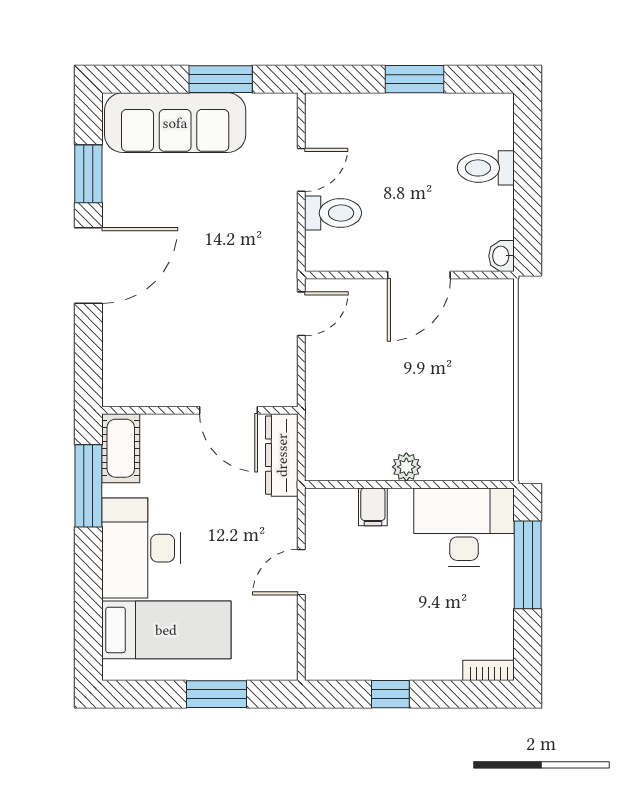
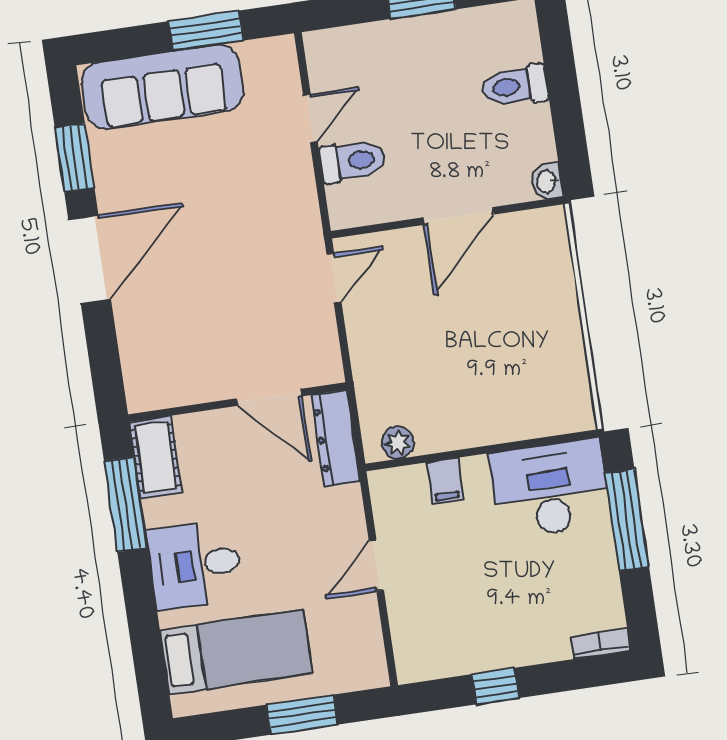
plant: (406, 467) -> (398, 443), moved
desk: (141, 548) -> (195, 565), width x0.73

